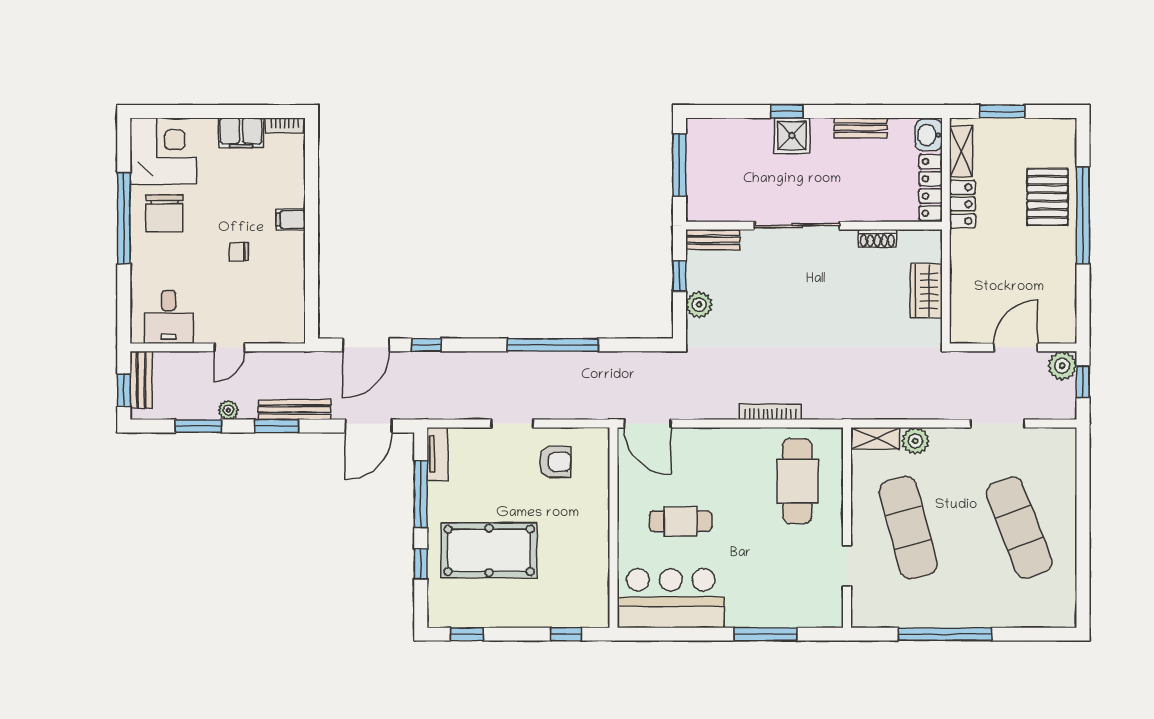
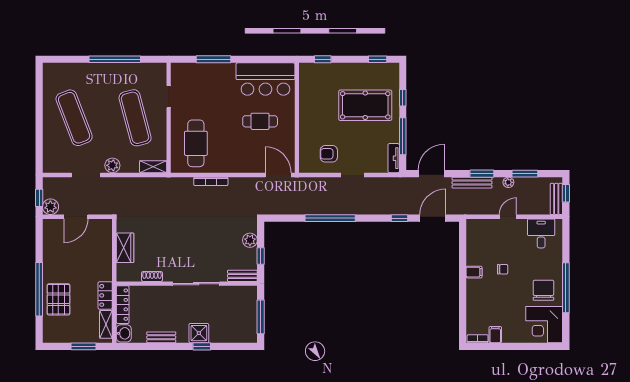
filing cabinet: (241, 133) -> (495, 335), width x0.50
filing cabinet: (291, 219) -> (474, 272), moved
plant: (915, 441) -> (112, 165), moved

